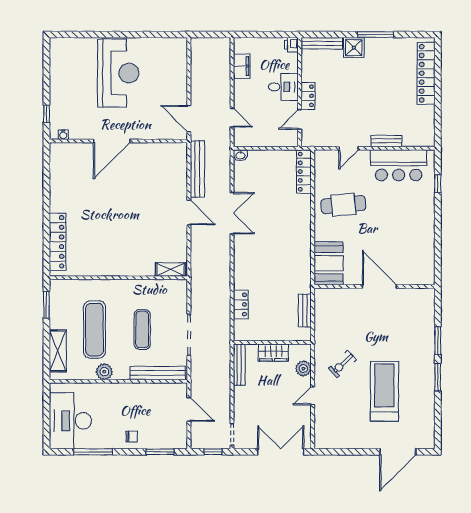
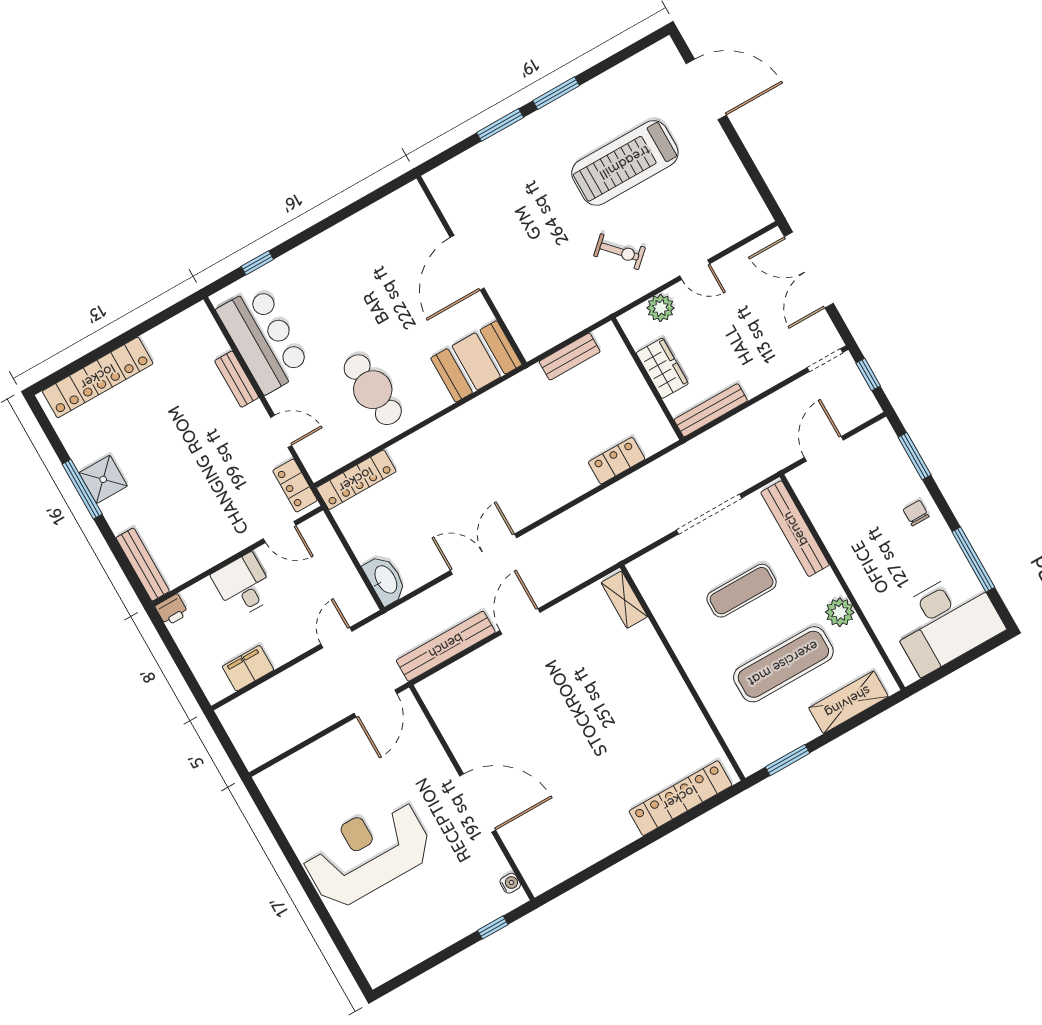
shower: (354, 48) -> (103, 479), moved
locker: (308, 96) -> (295, 486), moved, turned -90
washbasin: (240, 155) -> (385, 580), width x1.91, depth x1.45

